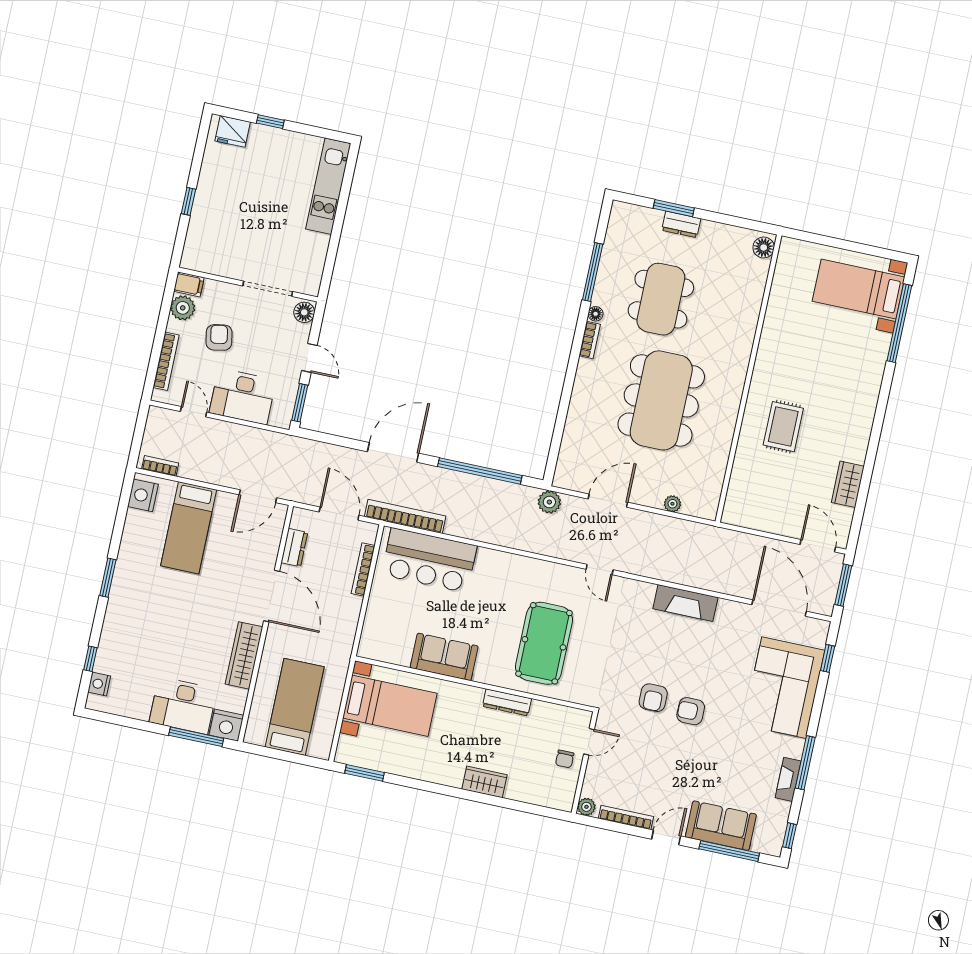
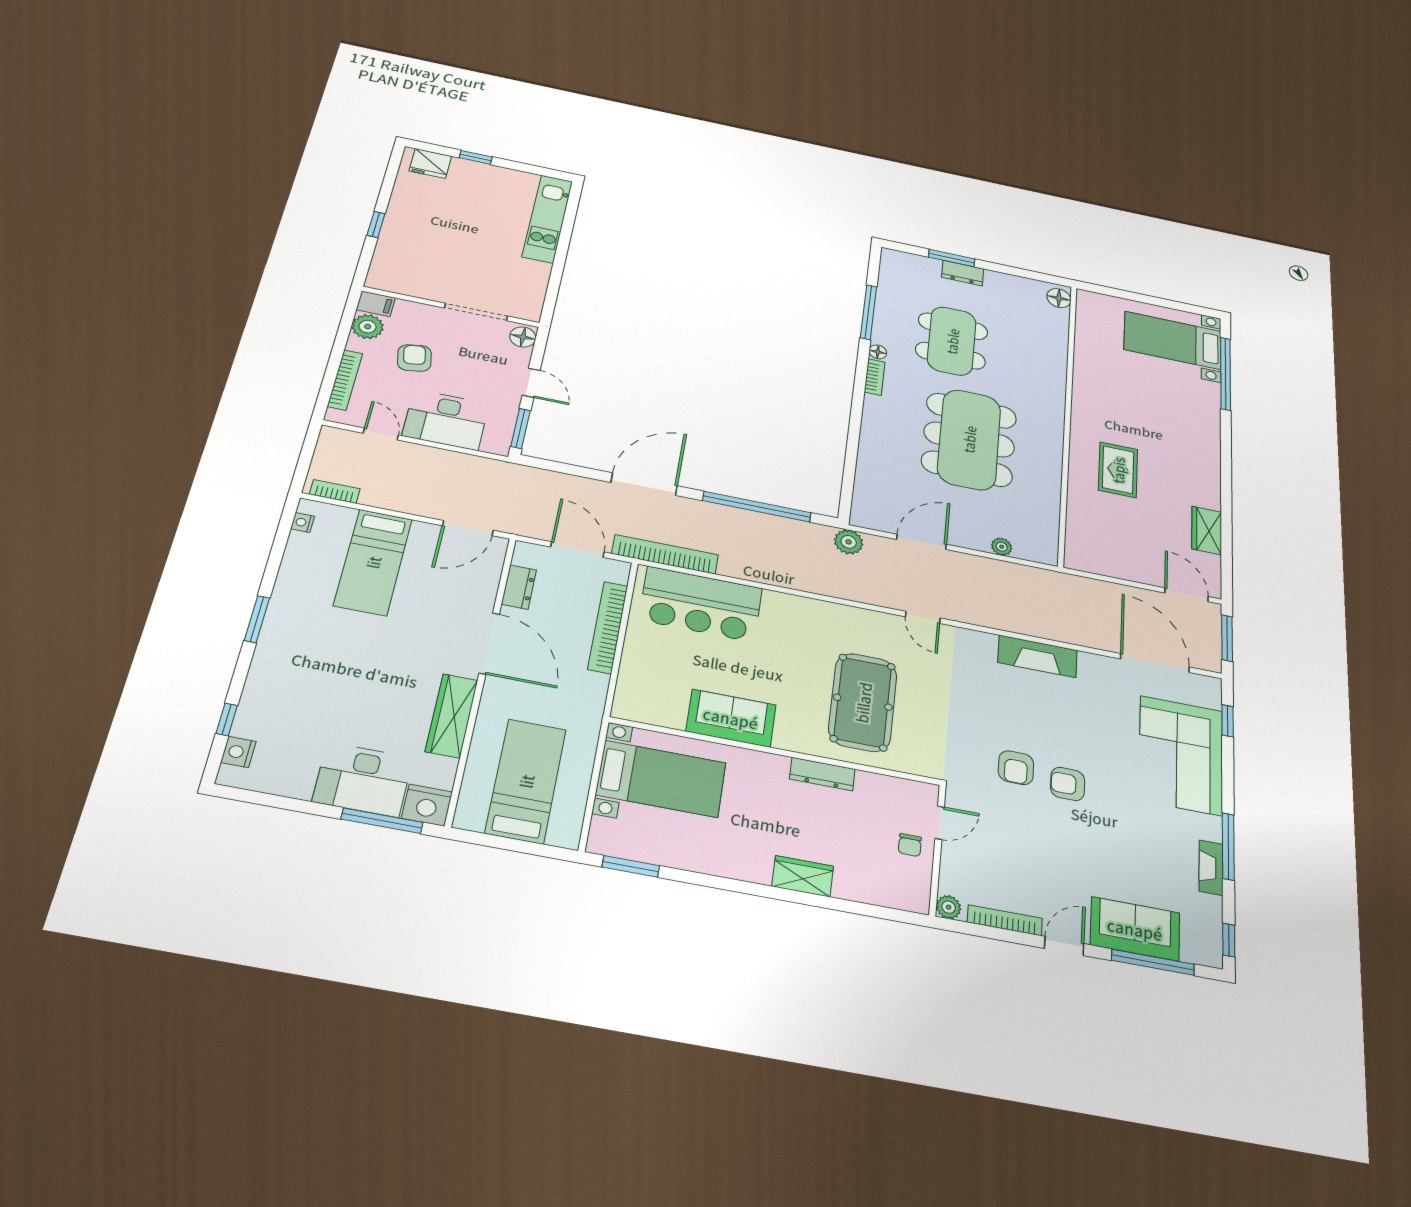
nightstand: (143, 495) -> (302, 522), width x0.53, depth x0.56
bookcase: (363, 570) -> (608, 627), width x1.48, depth x1.31

